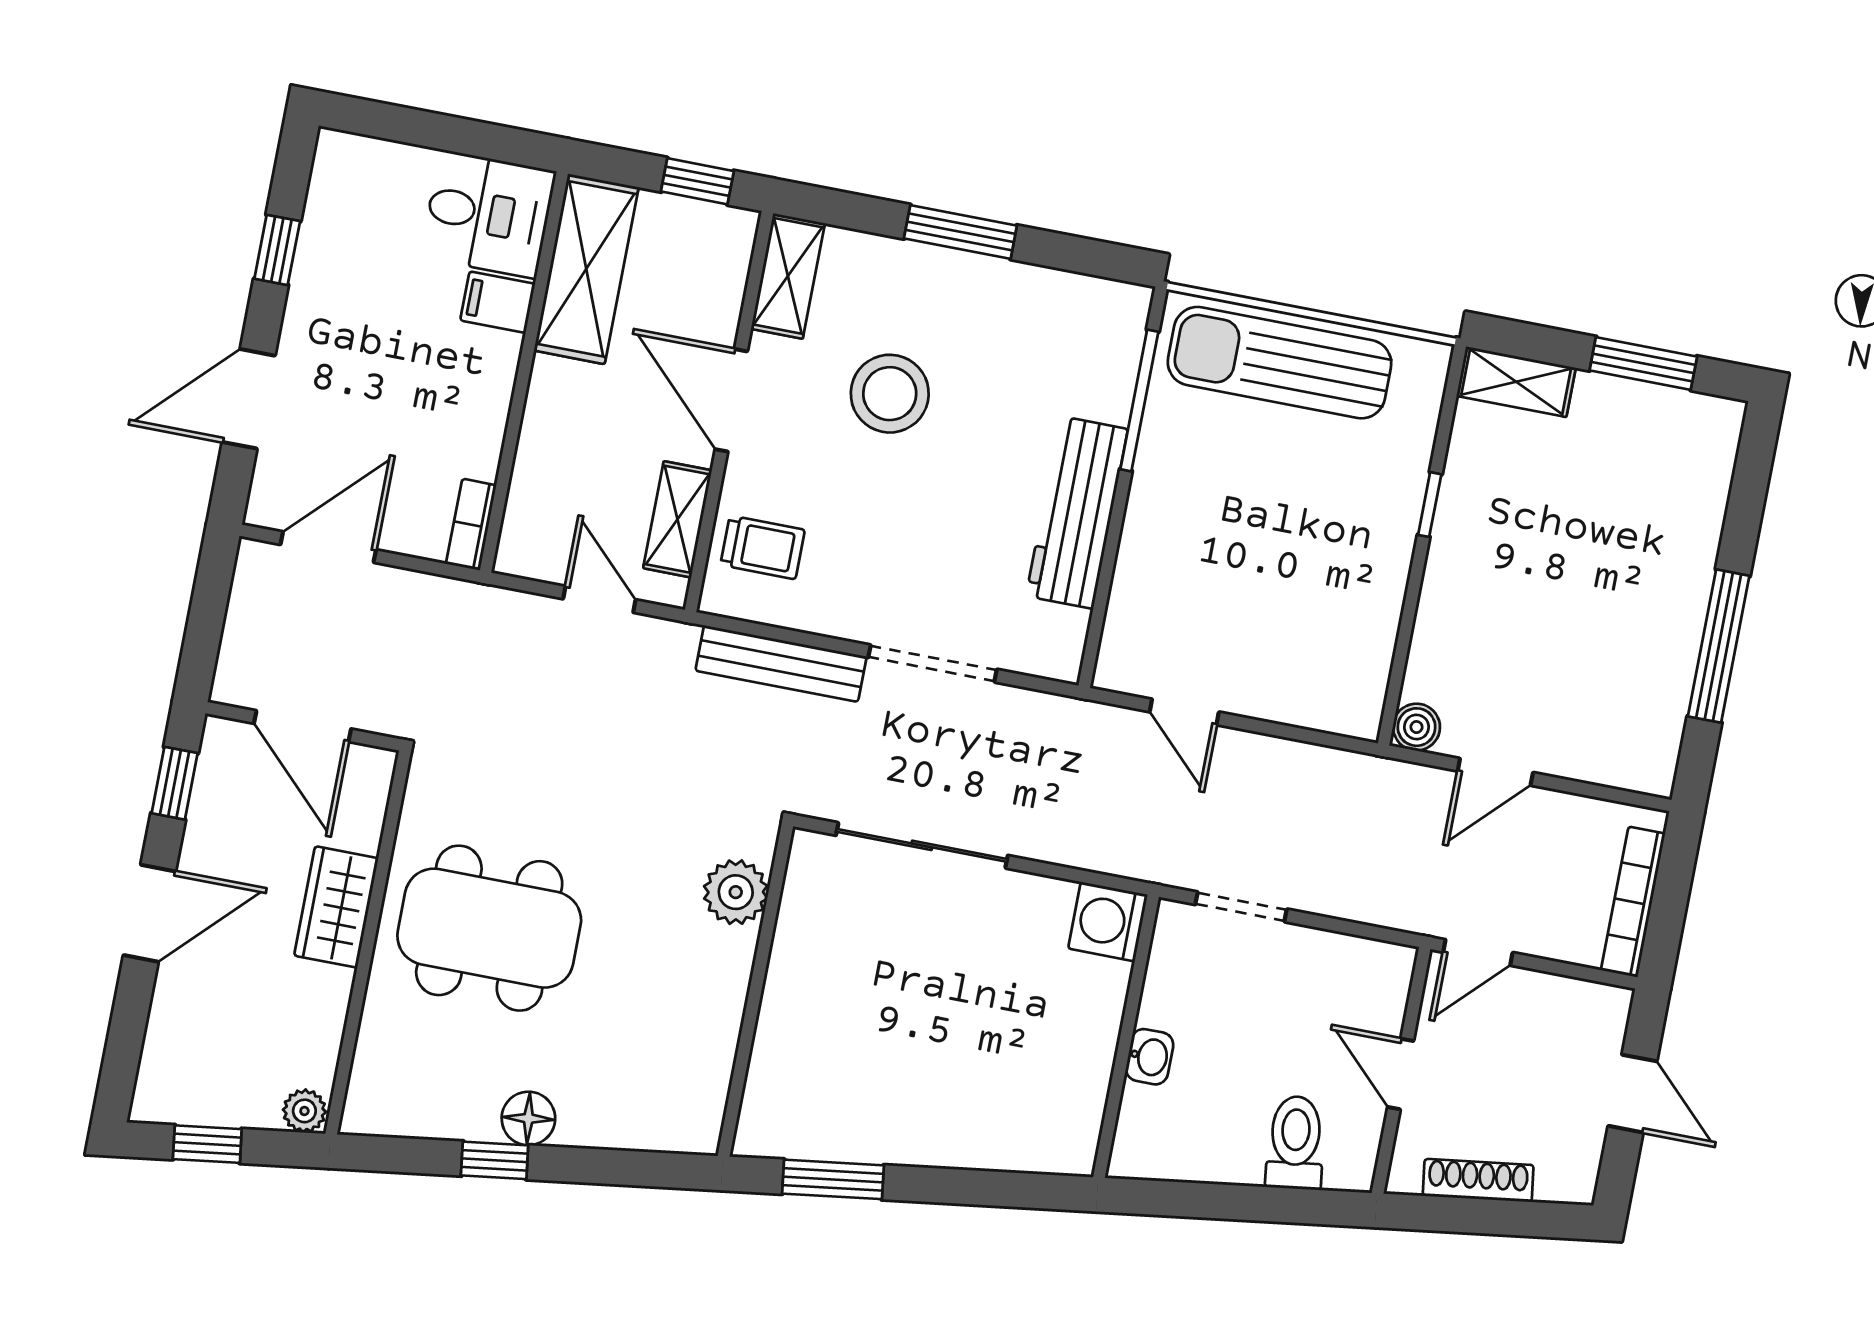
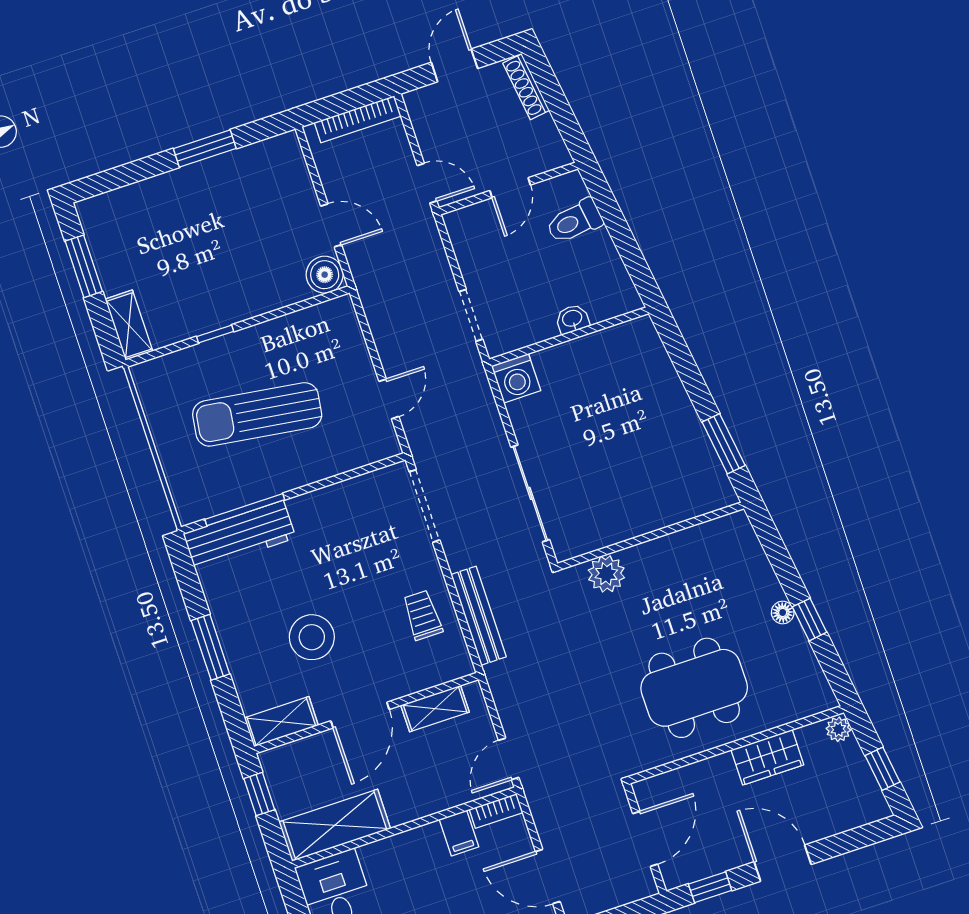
filing cabinet: (498, 302) -> (459, 833), moved
sun lounger: (1280, 363) -> (257, 414), moved, turned 98
workbench: (1077, 513) -> (239, 536), moved
trolley: (763, 547) -> (423, 615), moved
door: (599, 599) -> (509, 759), moved
window: (1719, 646) -> (205, 148), width x0.69
doorway: (933, 663) -> (424, 506), moved
boiler: (1416, 727) -> (325, 275), width x1.36, depth x1.36
wardrobe: (336, 907) -> (767, 757), moved
dining table: (489, 928) -> (694, 688), turned 90
floor lamp: (528, 1118) -> (783, 612), width x0.73, depth x0.73
shoe rack: (1478, 1180) -> (526, 87), moved

